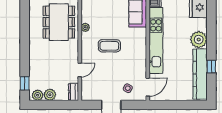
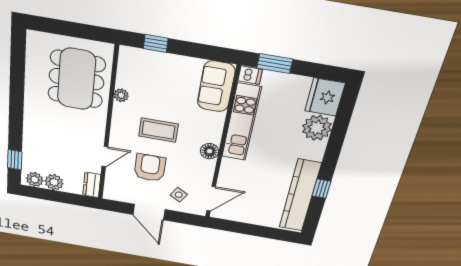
kitchen unit: (156, 40) -> (241, 122), width x0.73
plant: (199, 40) -> (317, 128), moved
floor lamp: (141, 54) -> (210, 151), added
armchair: (108, 72) -> (150, 168), added

